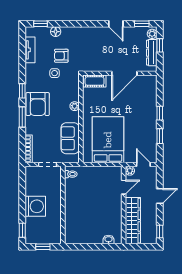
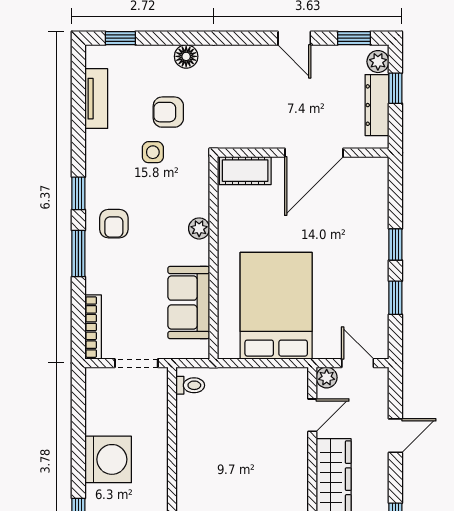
floor lamp: (56, 32) -> (186, 56), moved
armchair: (38, 104) -> (114, 224), width x0.53, depth x0.53

